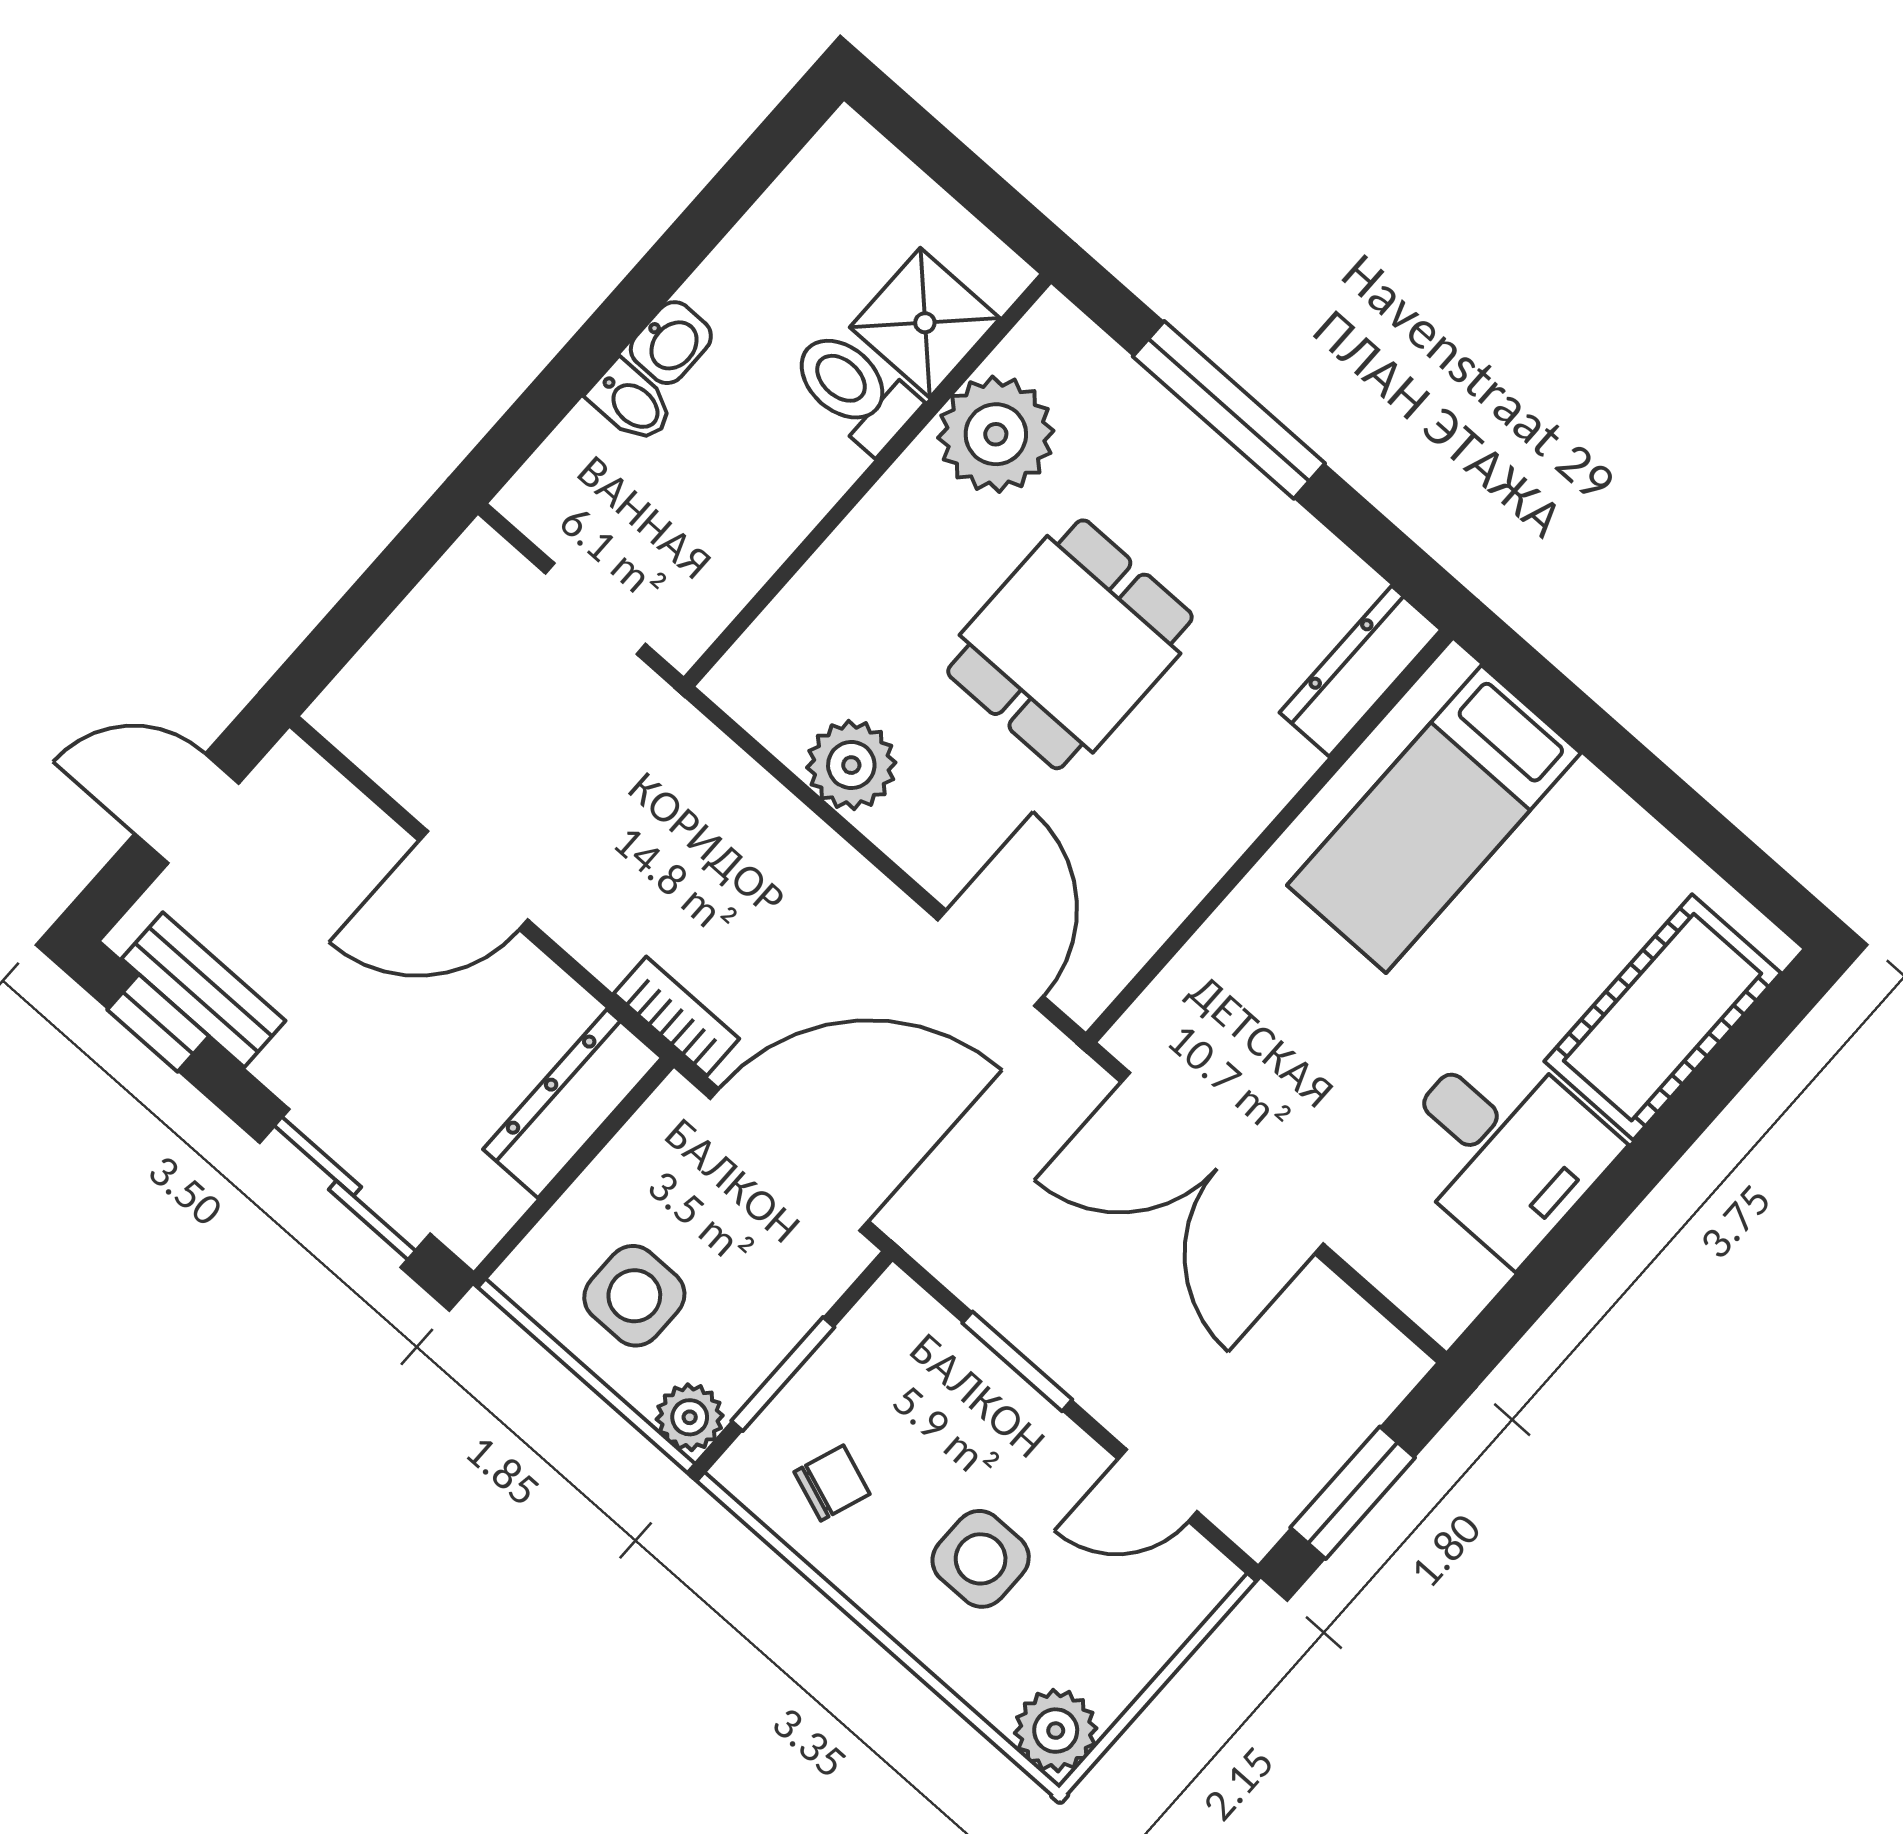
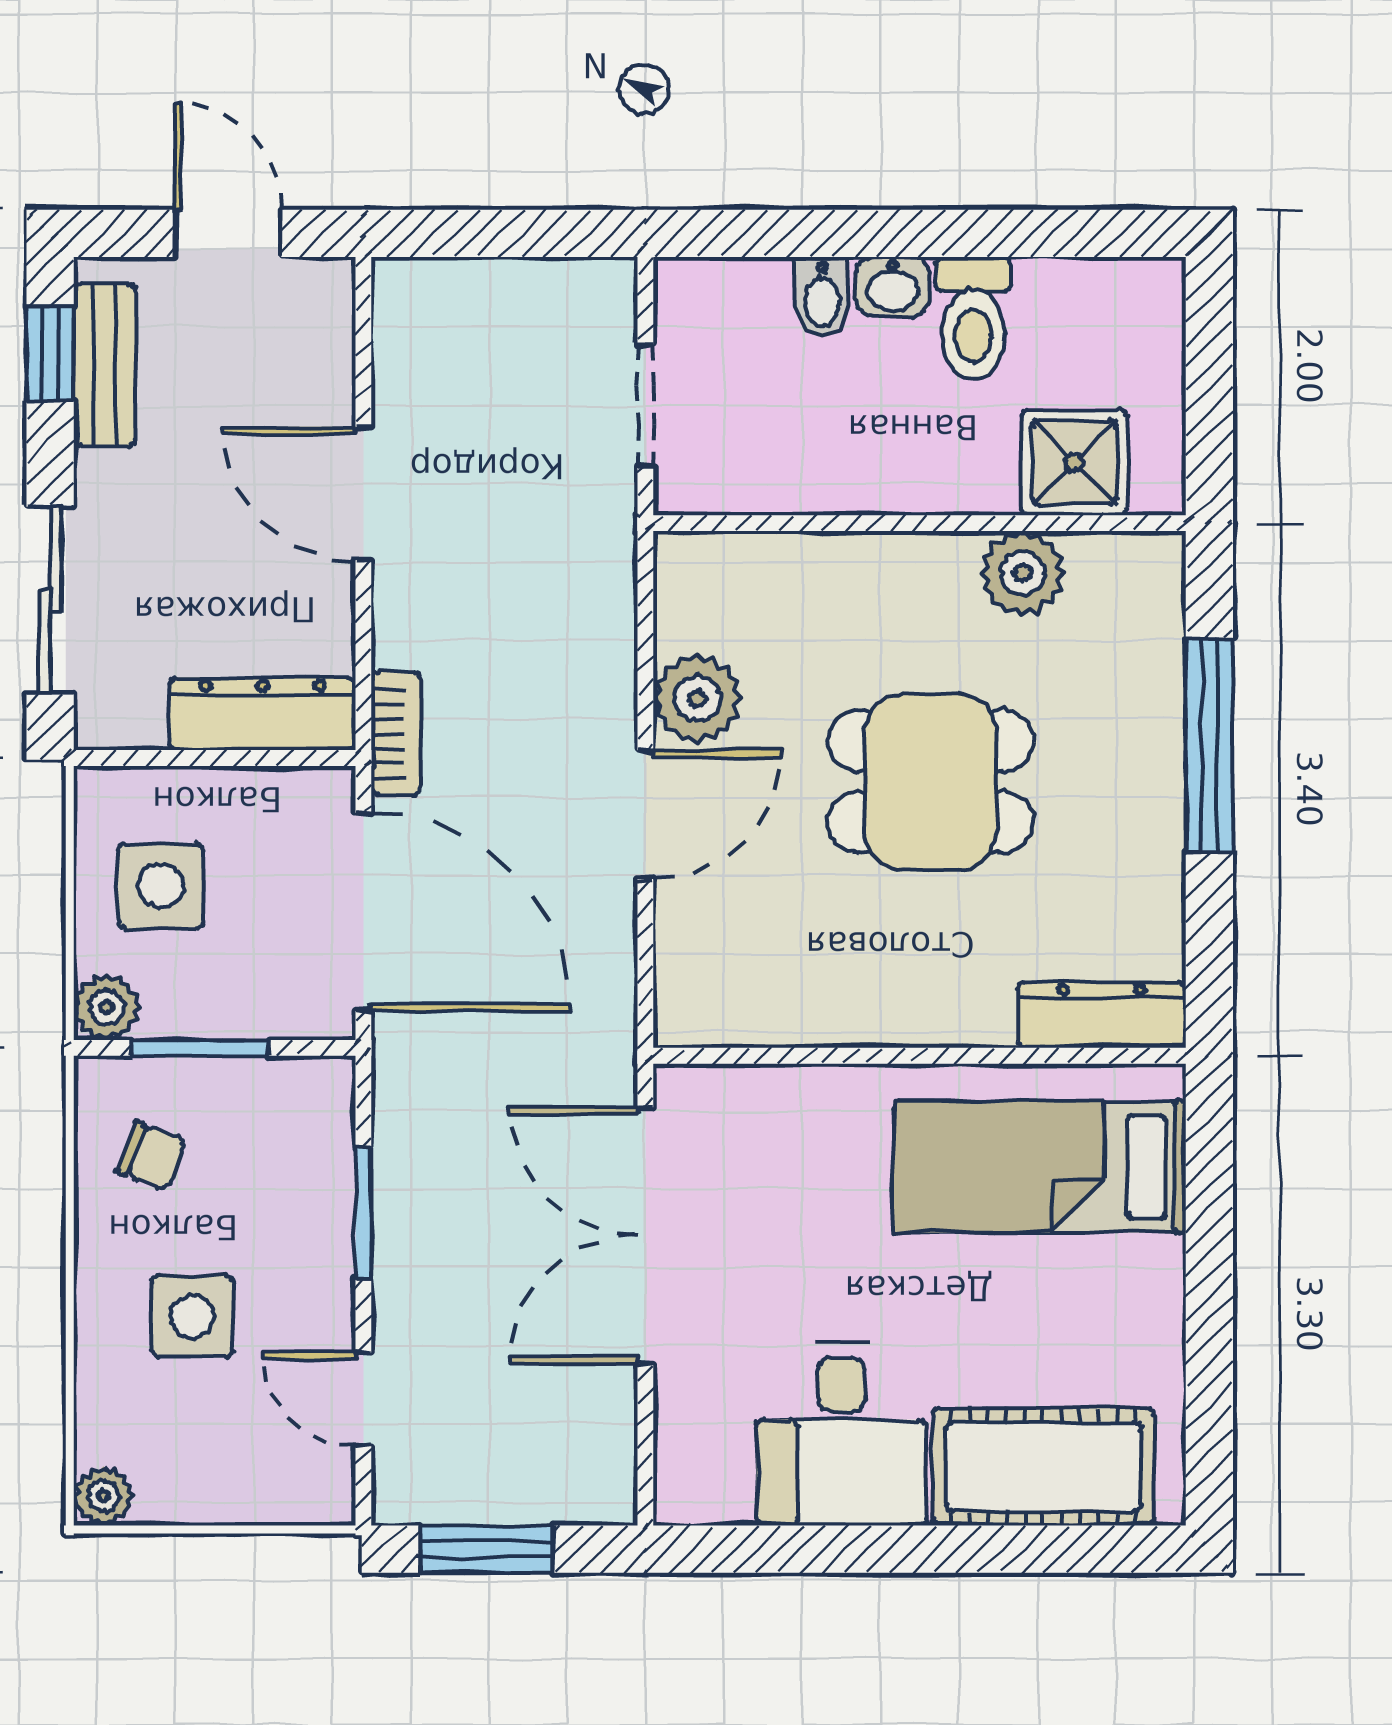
toilet: (854, 390) -> (973, 318), moved, turned 180
plant: (996, 434) -> (1023, 573), width x0.73, depth x0.73
door: (991, 958) -> (645, 815), moved
plant: (1056, 1731) -> (103, 1496), width x0.73, depth x0.73

